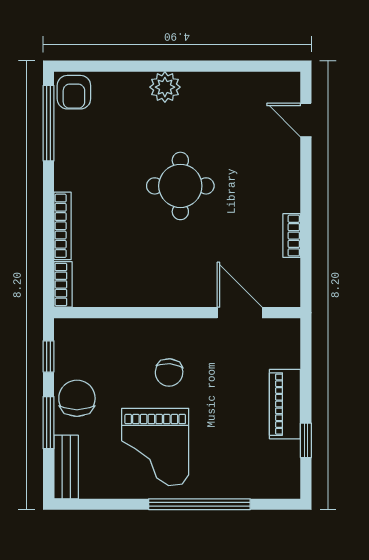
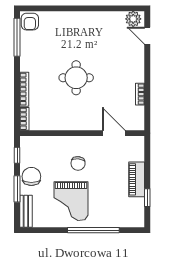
plant: (165, 87) -> (133, 19), moved
round table: (180, 186) -> (76, 78), moved

